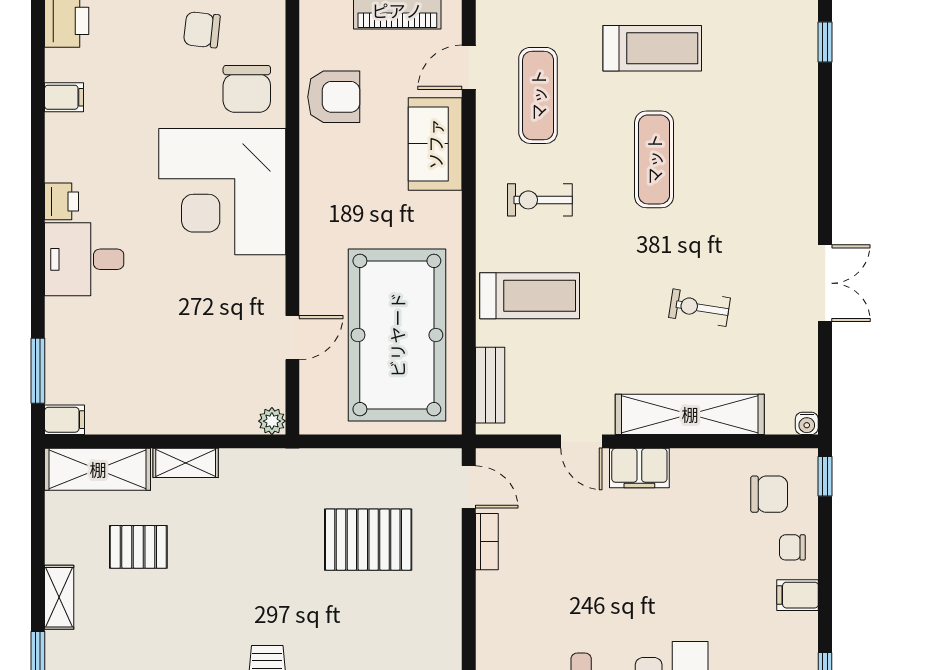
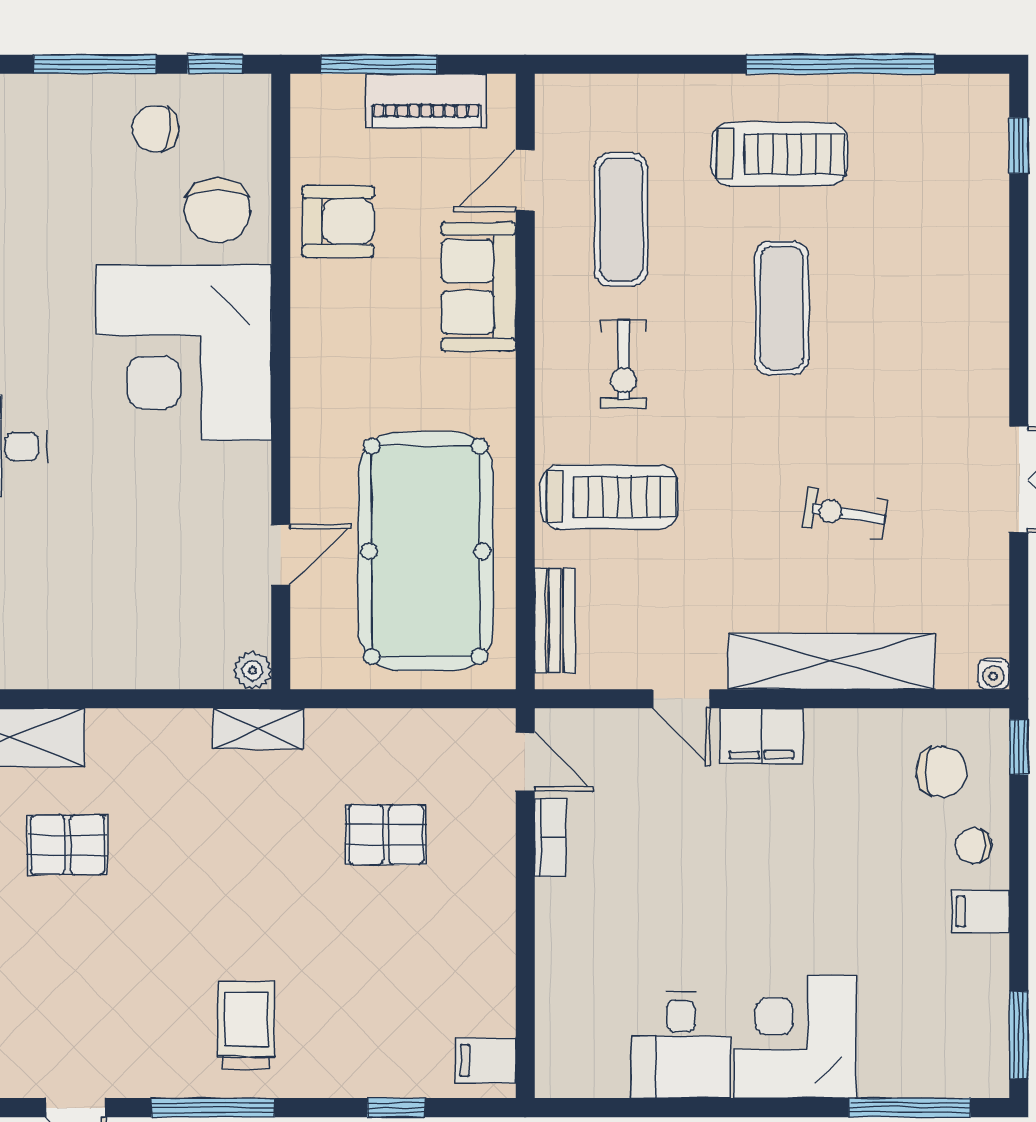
exercise bike: (540, 200) -> (624, 364), turned -90
shelving: (186, 463) -> (258, 728), moved
pallet: (368, 540) -> (386, 835), width x0.67, depth x0.71

